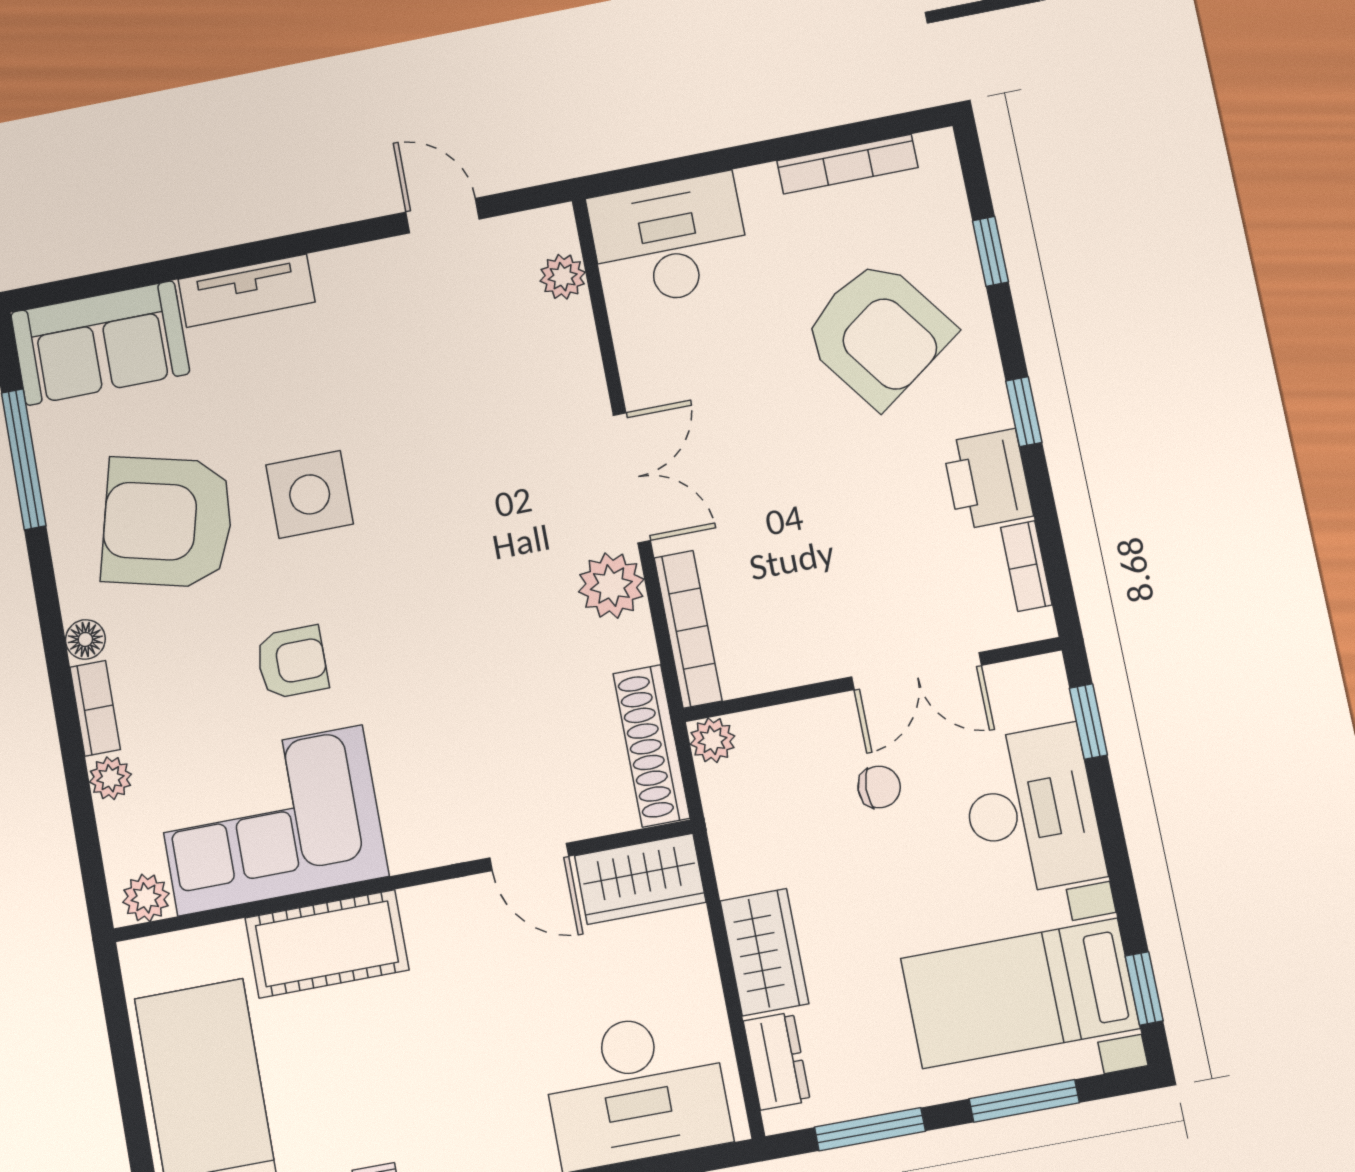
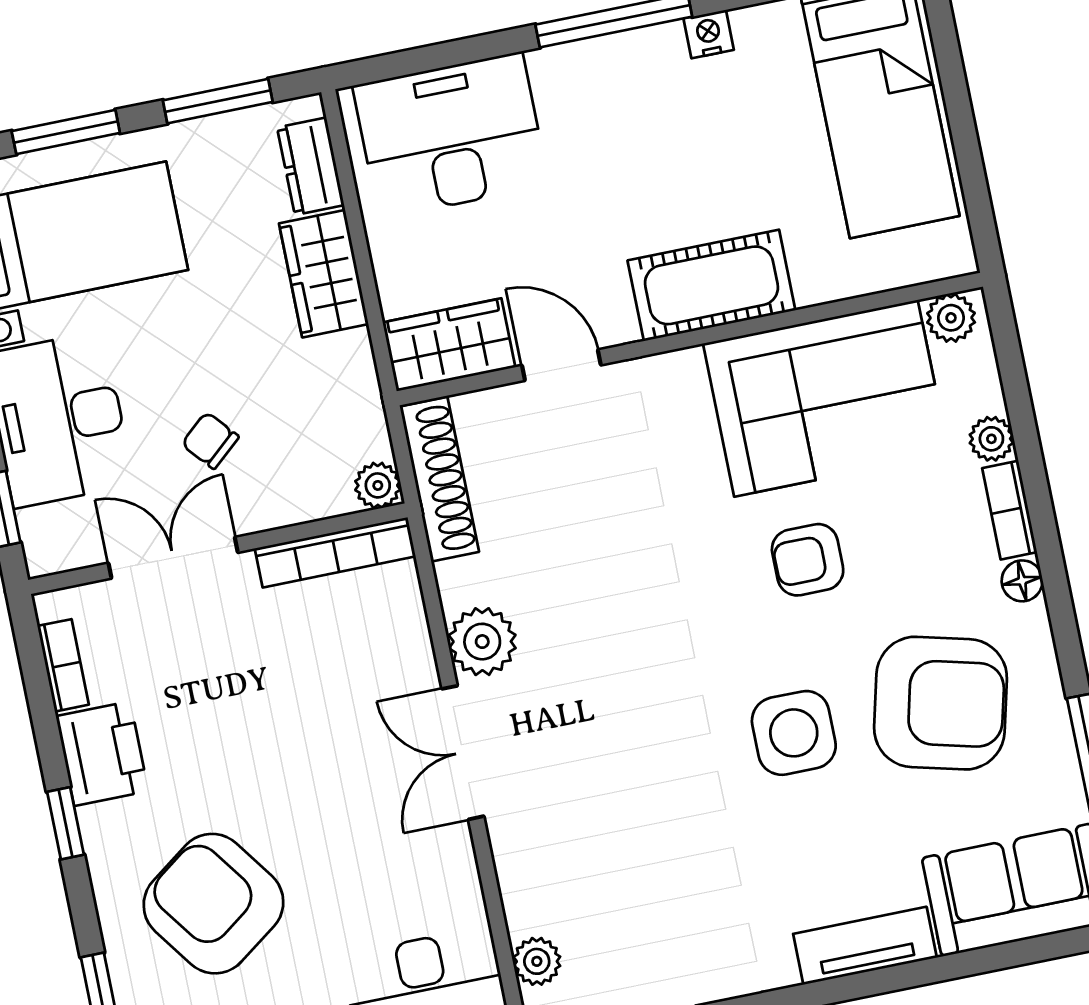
bookcase: (688, 629) -> (335, 552), moved, turned -90
chair: (879, 787) -> (210, 440), turned 47
cot: (327, 944) -> (711, 285), moved

